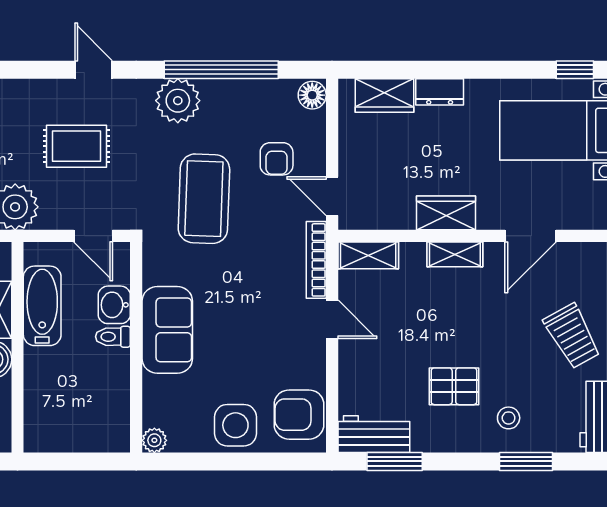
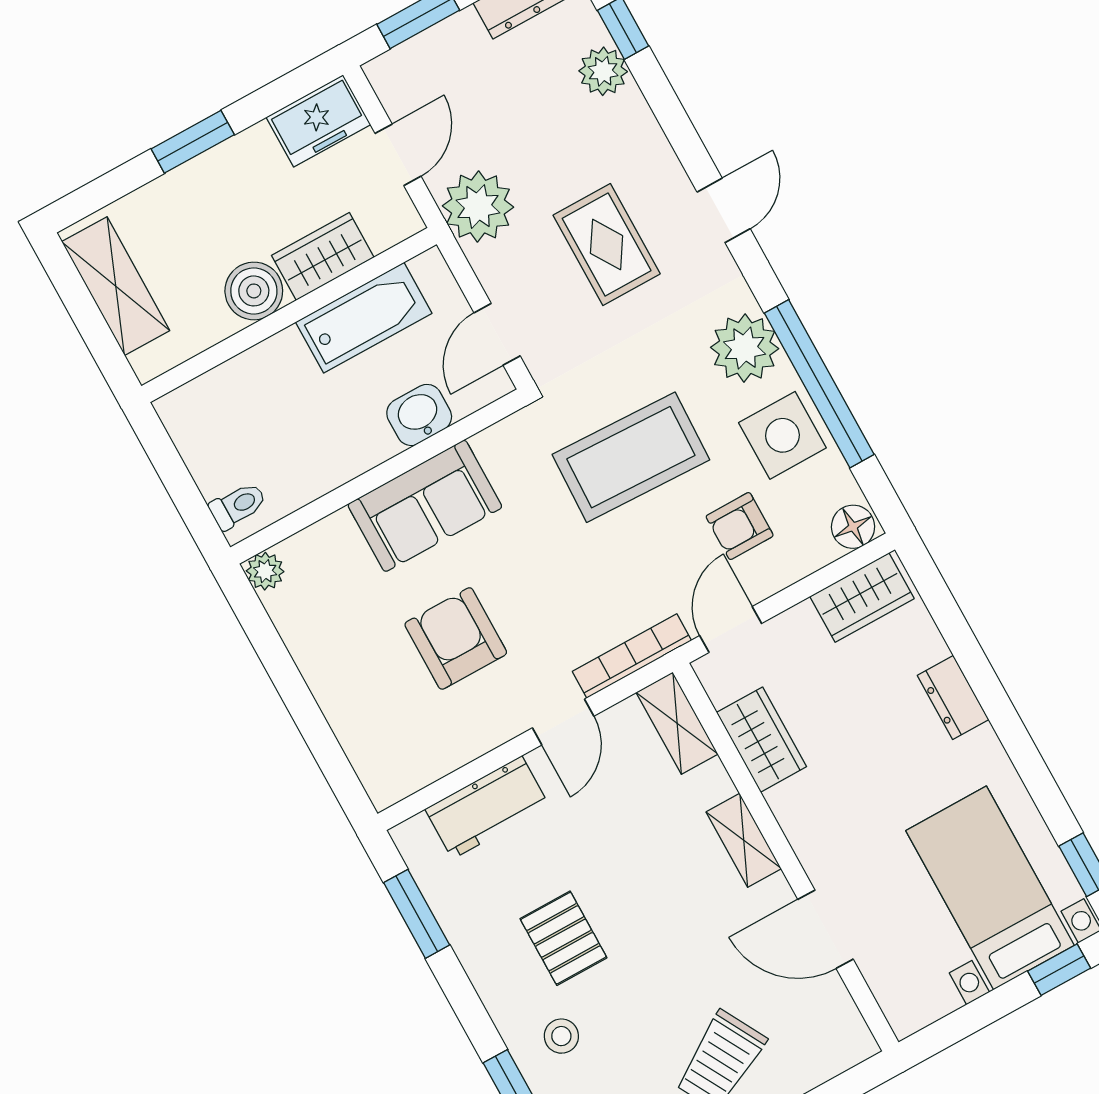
wardrobe: (384, 95) -> (862, 597), moved, turned -90
wardrobe: (446, 213) -> (762, 740), moved
toilet: (113, 337) -> (238, 506), moved, turned 90
armchair: (299, 415) -> (456, 638), moved
side table: (235, 425) -> (782, 435), moved
workbench: (374, 434) -> (487, 807), moved, turned 90

